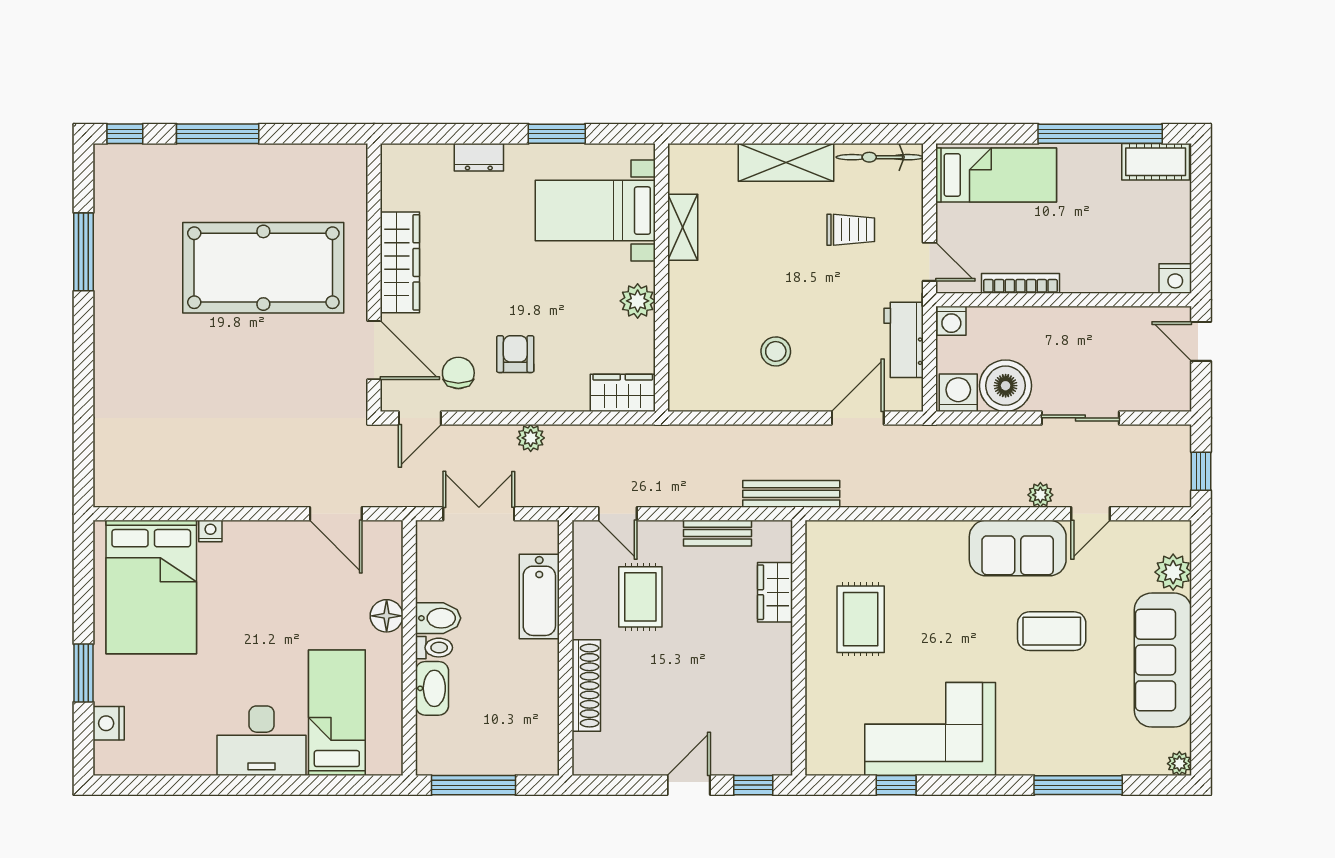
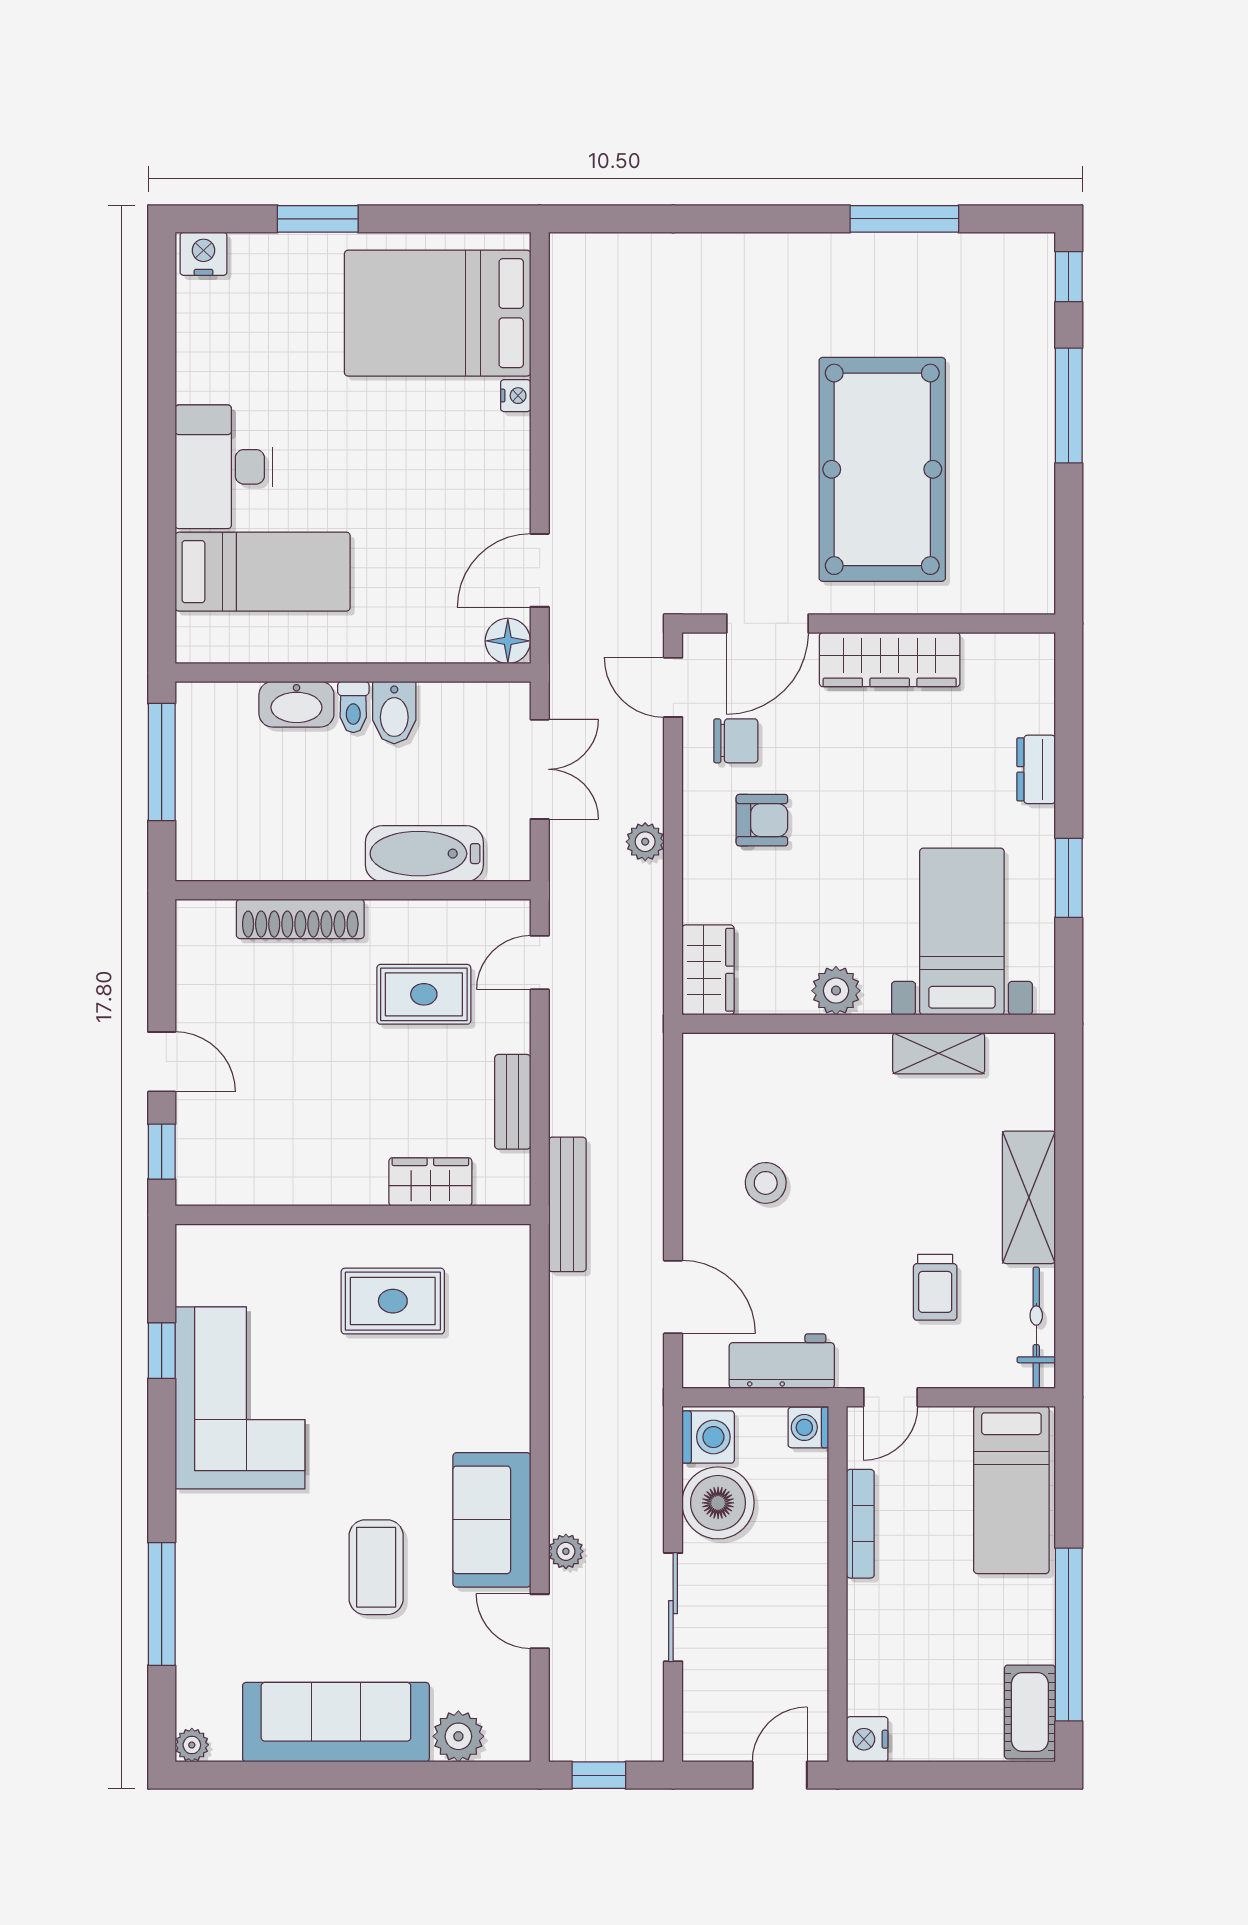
floor lamp: (387, 616) -> (508, 641), moved
nightstand: (109, 723) -> (203, 254), moved

